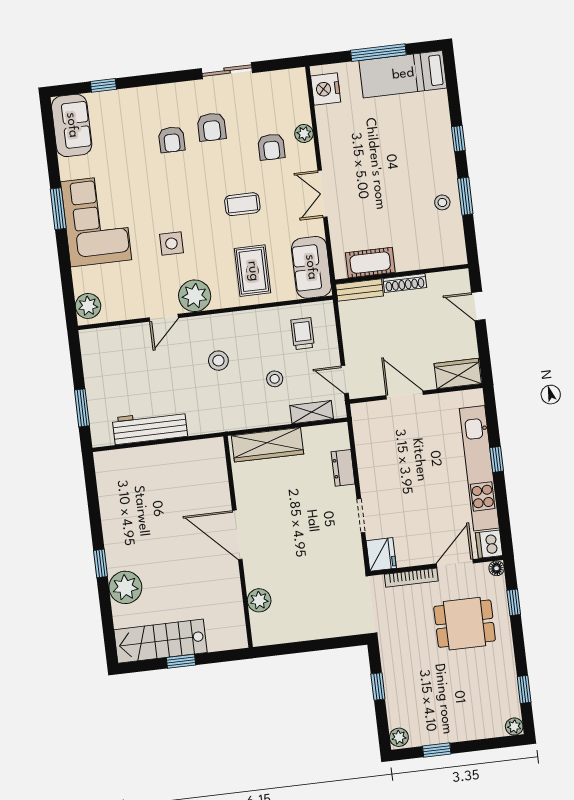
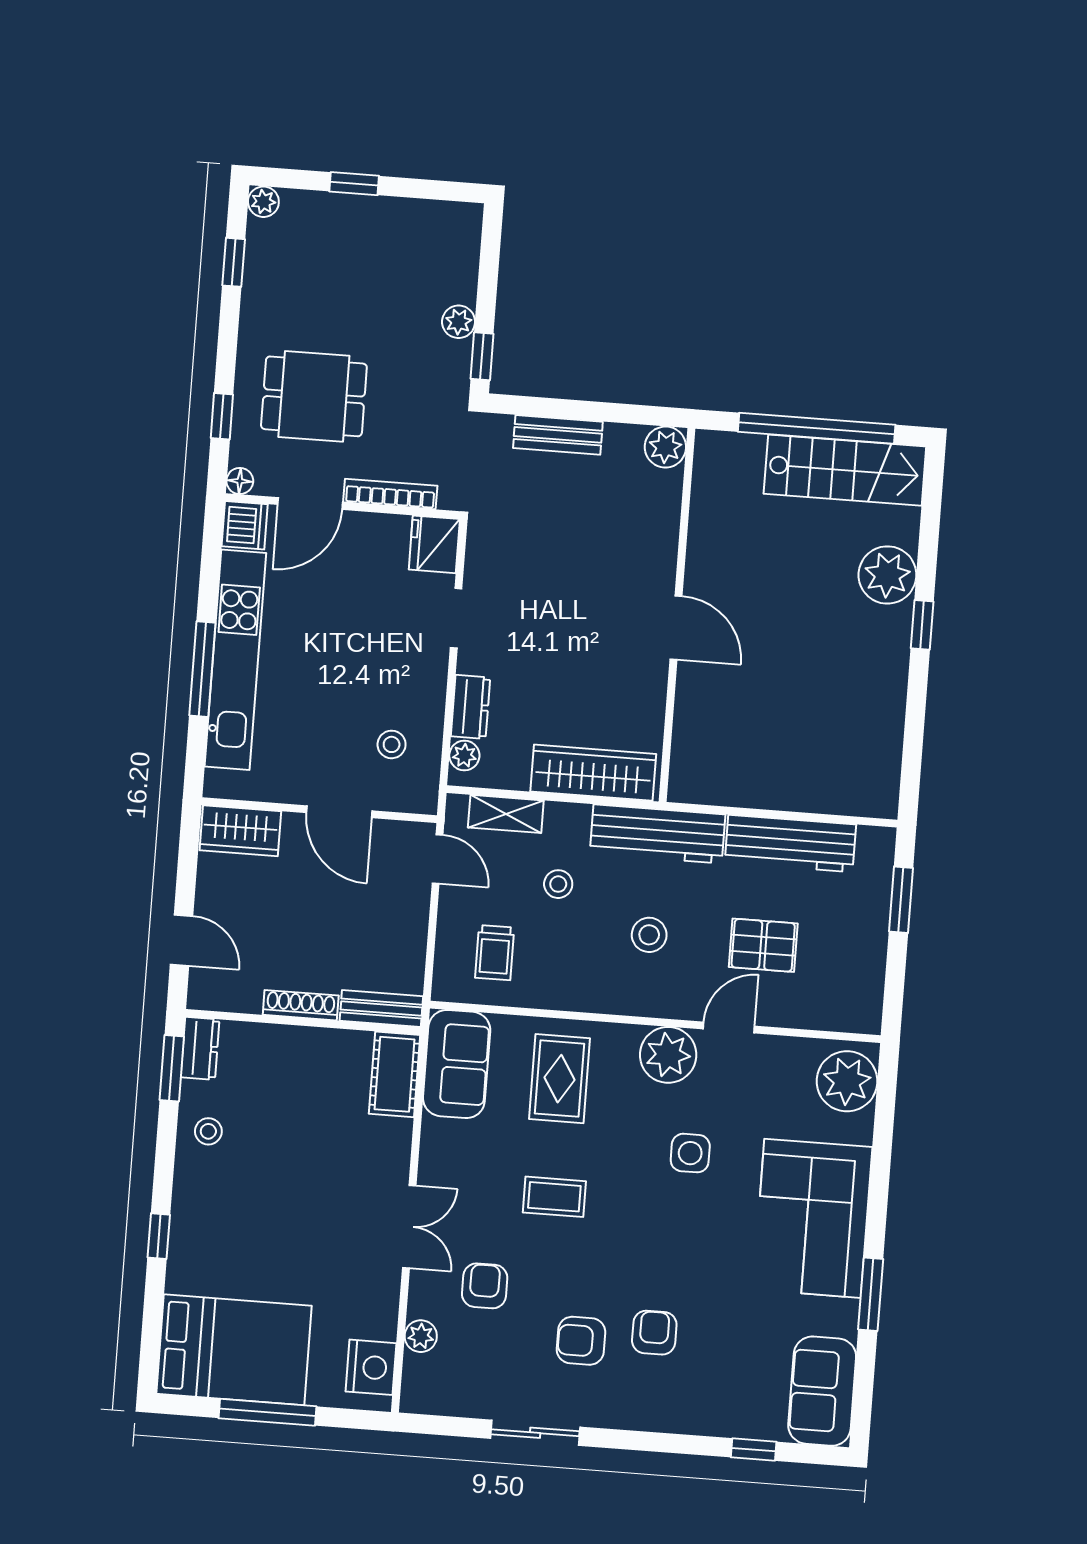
bed: (403, 74) -> (234, 1350), width x1.50
armchair: (212, 127) -> (581, 1341), turned -90
plant: (304, 133) -> (421, 1336), moved
double door: (323, 194) -> (409, 1227), moved
window: (465, 196) -> (172, 1068), moved
window: (58, 209) -> (871, 1294), moved
dresser: (456, 248) -> (200, 1048), added
cot: (370, 263) -> (395, 1074), moved, turned 90
plant: (88, 306) -> (847, 1081), width x1.36, depth x1.36
pallet: (154, 367) -> (763, 945), added
workbench: (225, 418) -> (658, 834), added
stool: (383, 438) -> (392, 744), added
plant: (341, 440) -> (464, 755), added
window: (497, 459) -> (202, 669), width x2.17
door: (237, 535) -> (676, 628), width x0.73
plant: (259, 600) -> (665, 447), moved
bench: (324, 629) -> (558, 435), added
window: (181, 661) -> (817, 428), width x3.17
window: (378, 686) -> (482, 356), moved
plant: (399, 737) -> (459, 322), moved
window: (437, 750) -> (354, 184), moved

